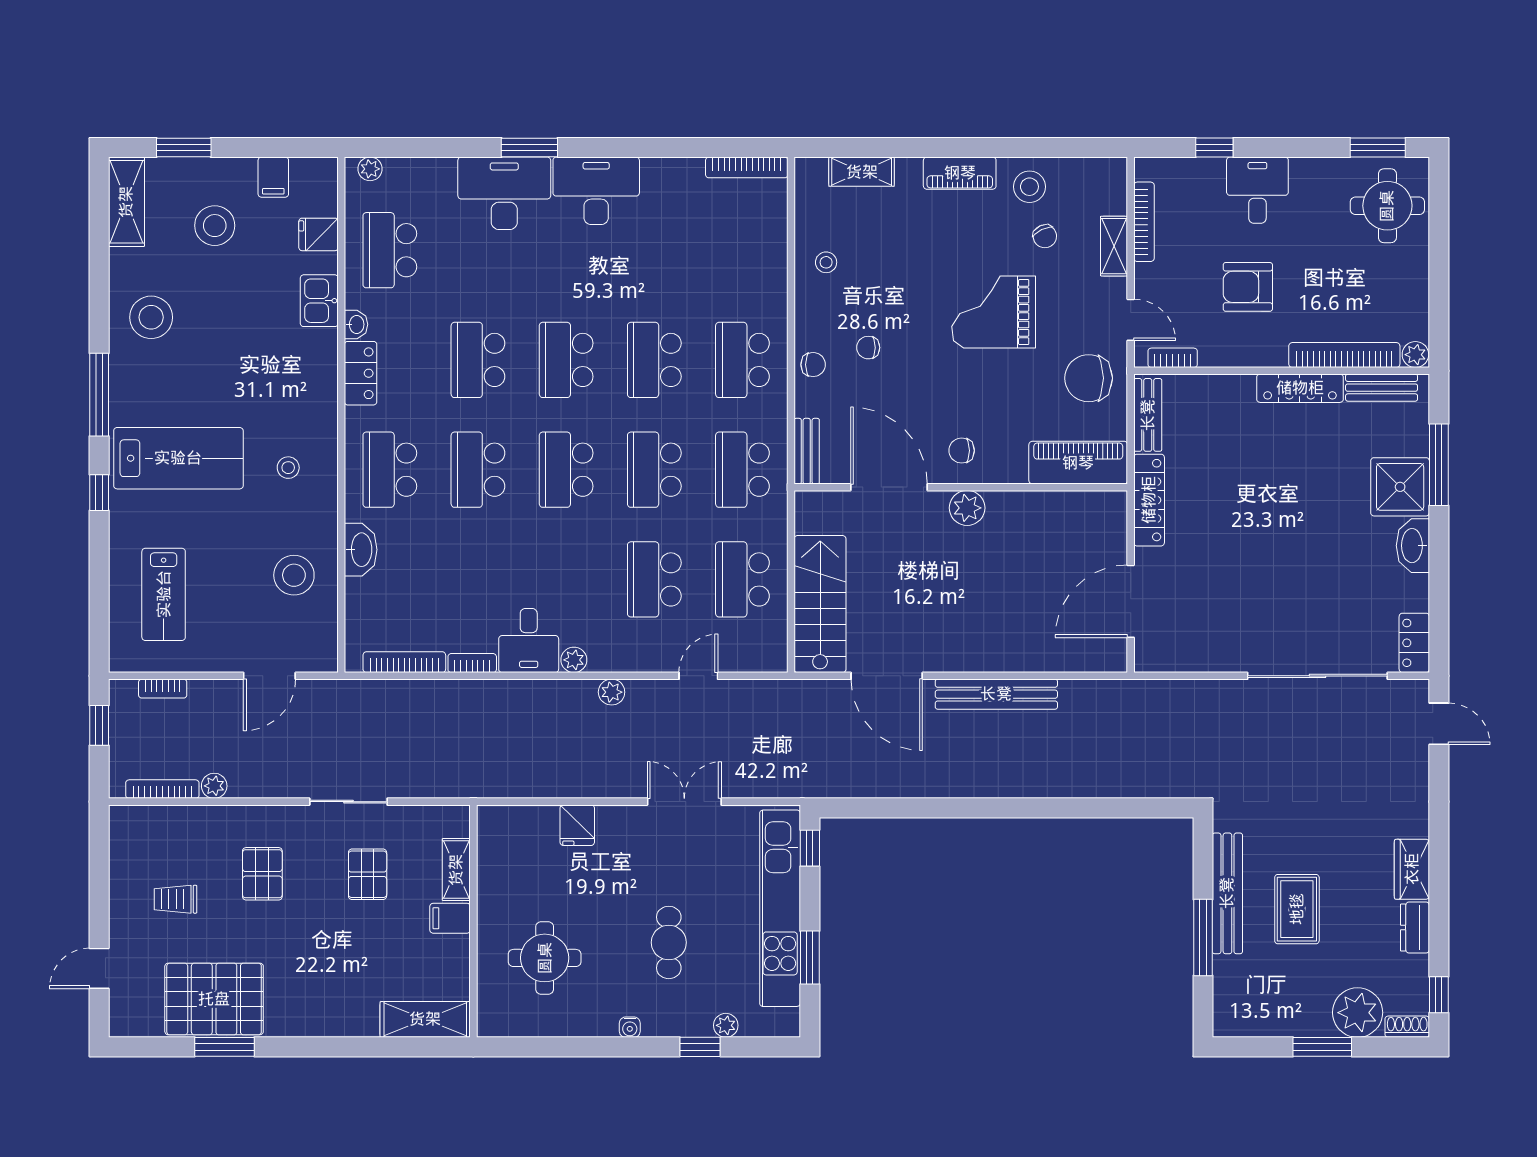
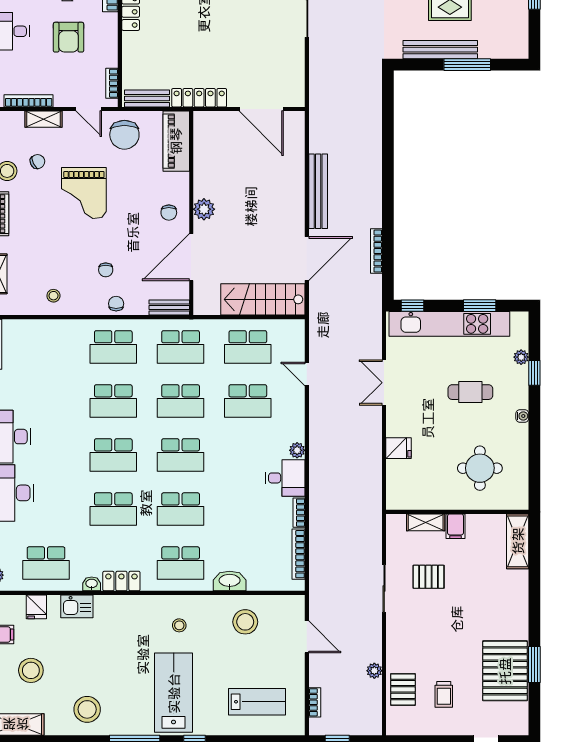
door: (1131, 320) -> (89, 109), swing flipped
plant: (612, 692) -> (317, 427), removed
bookcase: (162, 789) -> (376, 251), moved
pallet: (262, 874) -> (403, 689), moved, turned 90

